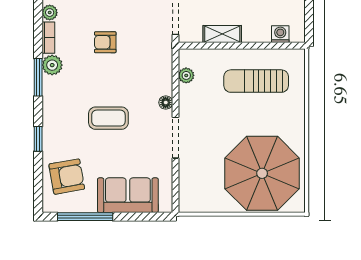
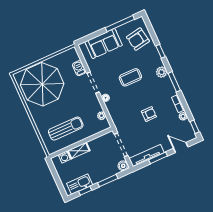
shelving: (222, 34) -> (79, 151), moved
plant: (52, 65) -> (162, 72), moved
barbecue: (188, 172) -> (79, 68), added

